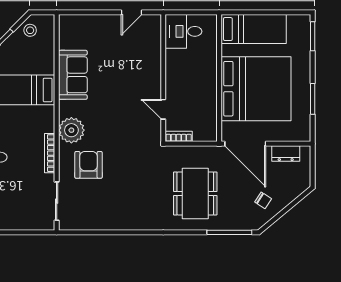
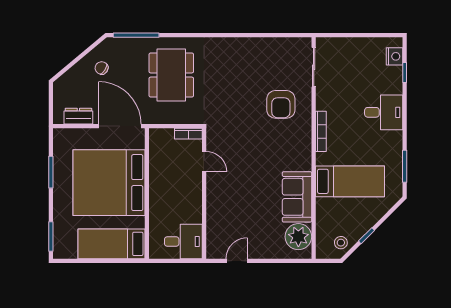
plant: (71, 130) -> (298, 237), moved
bookcase: (50, 153) -> (321, 131), moved

